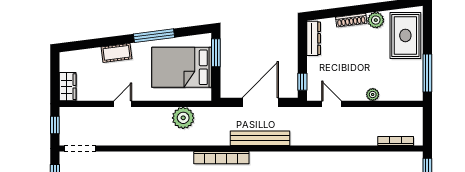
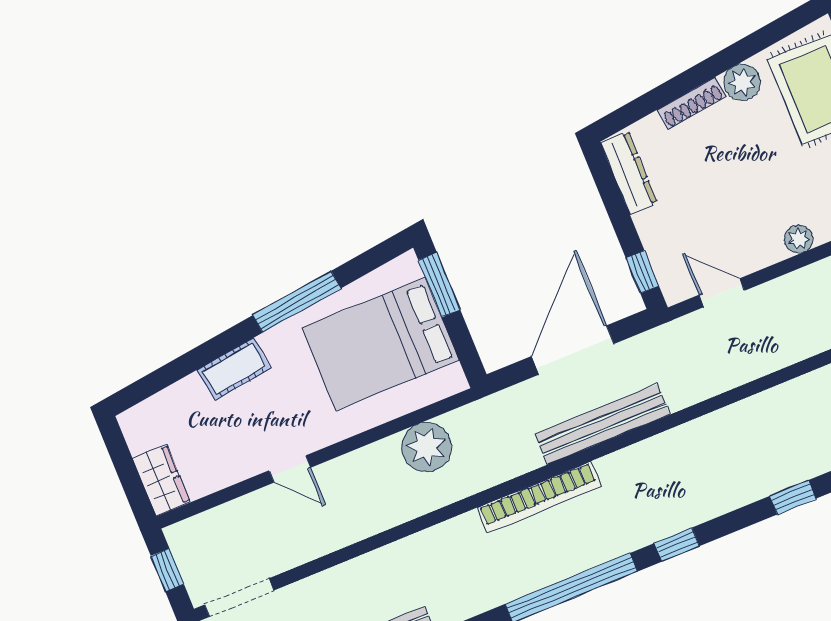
door: (123, 104) -> (290, 469), swing flipped

